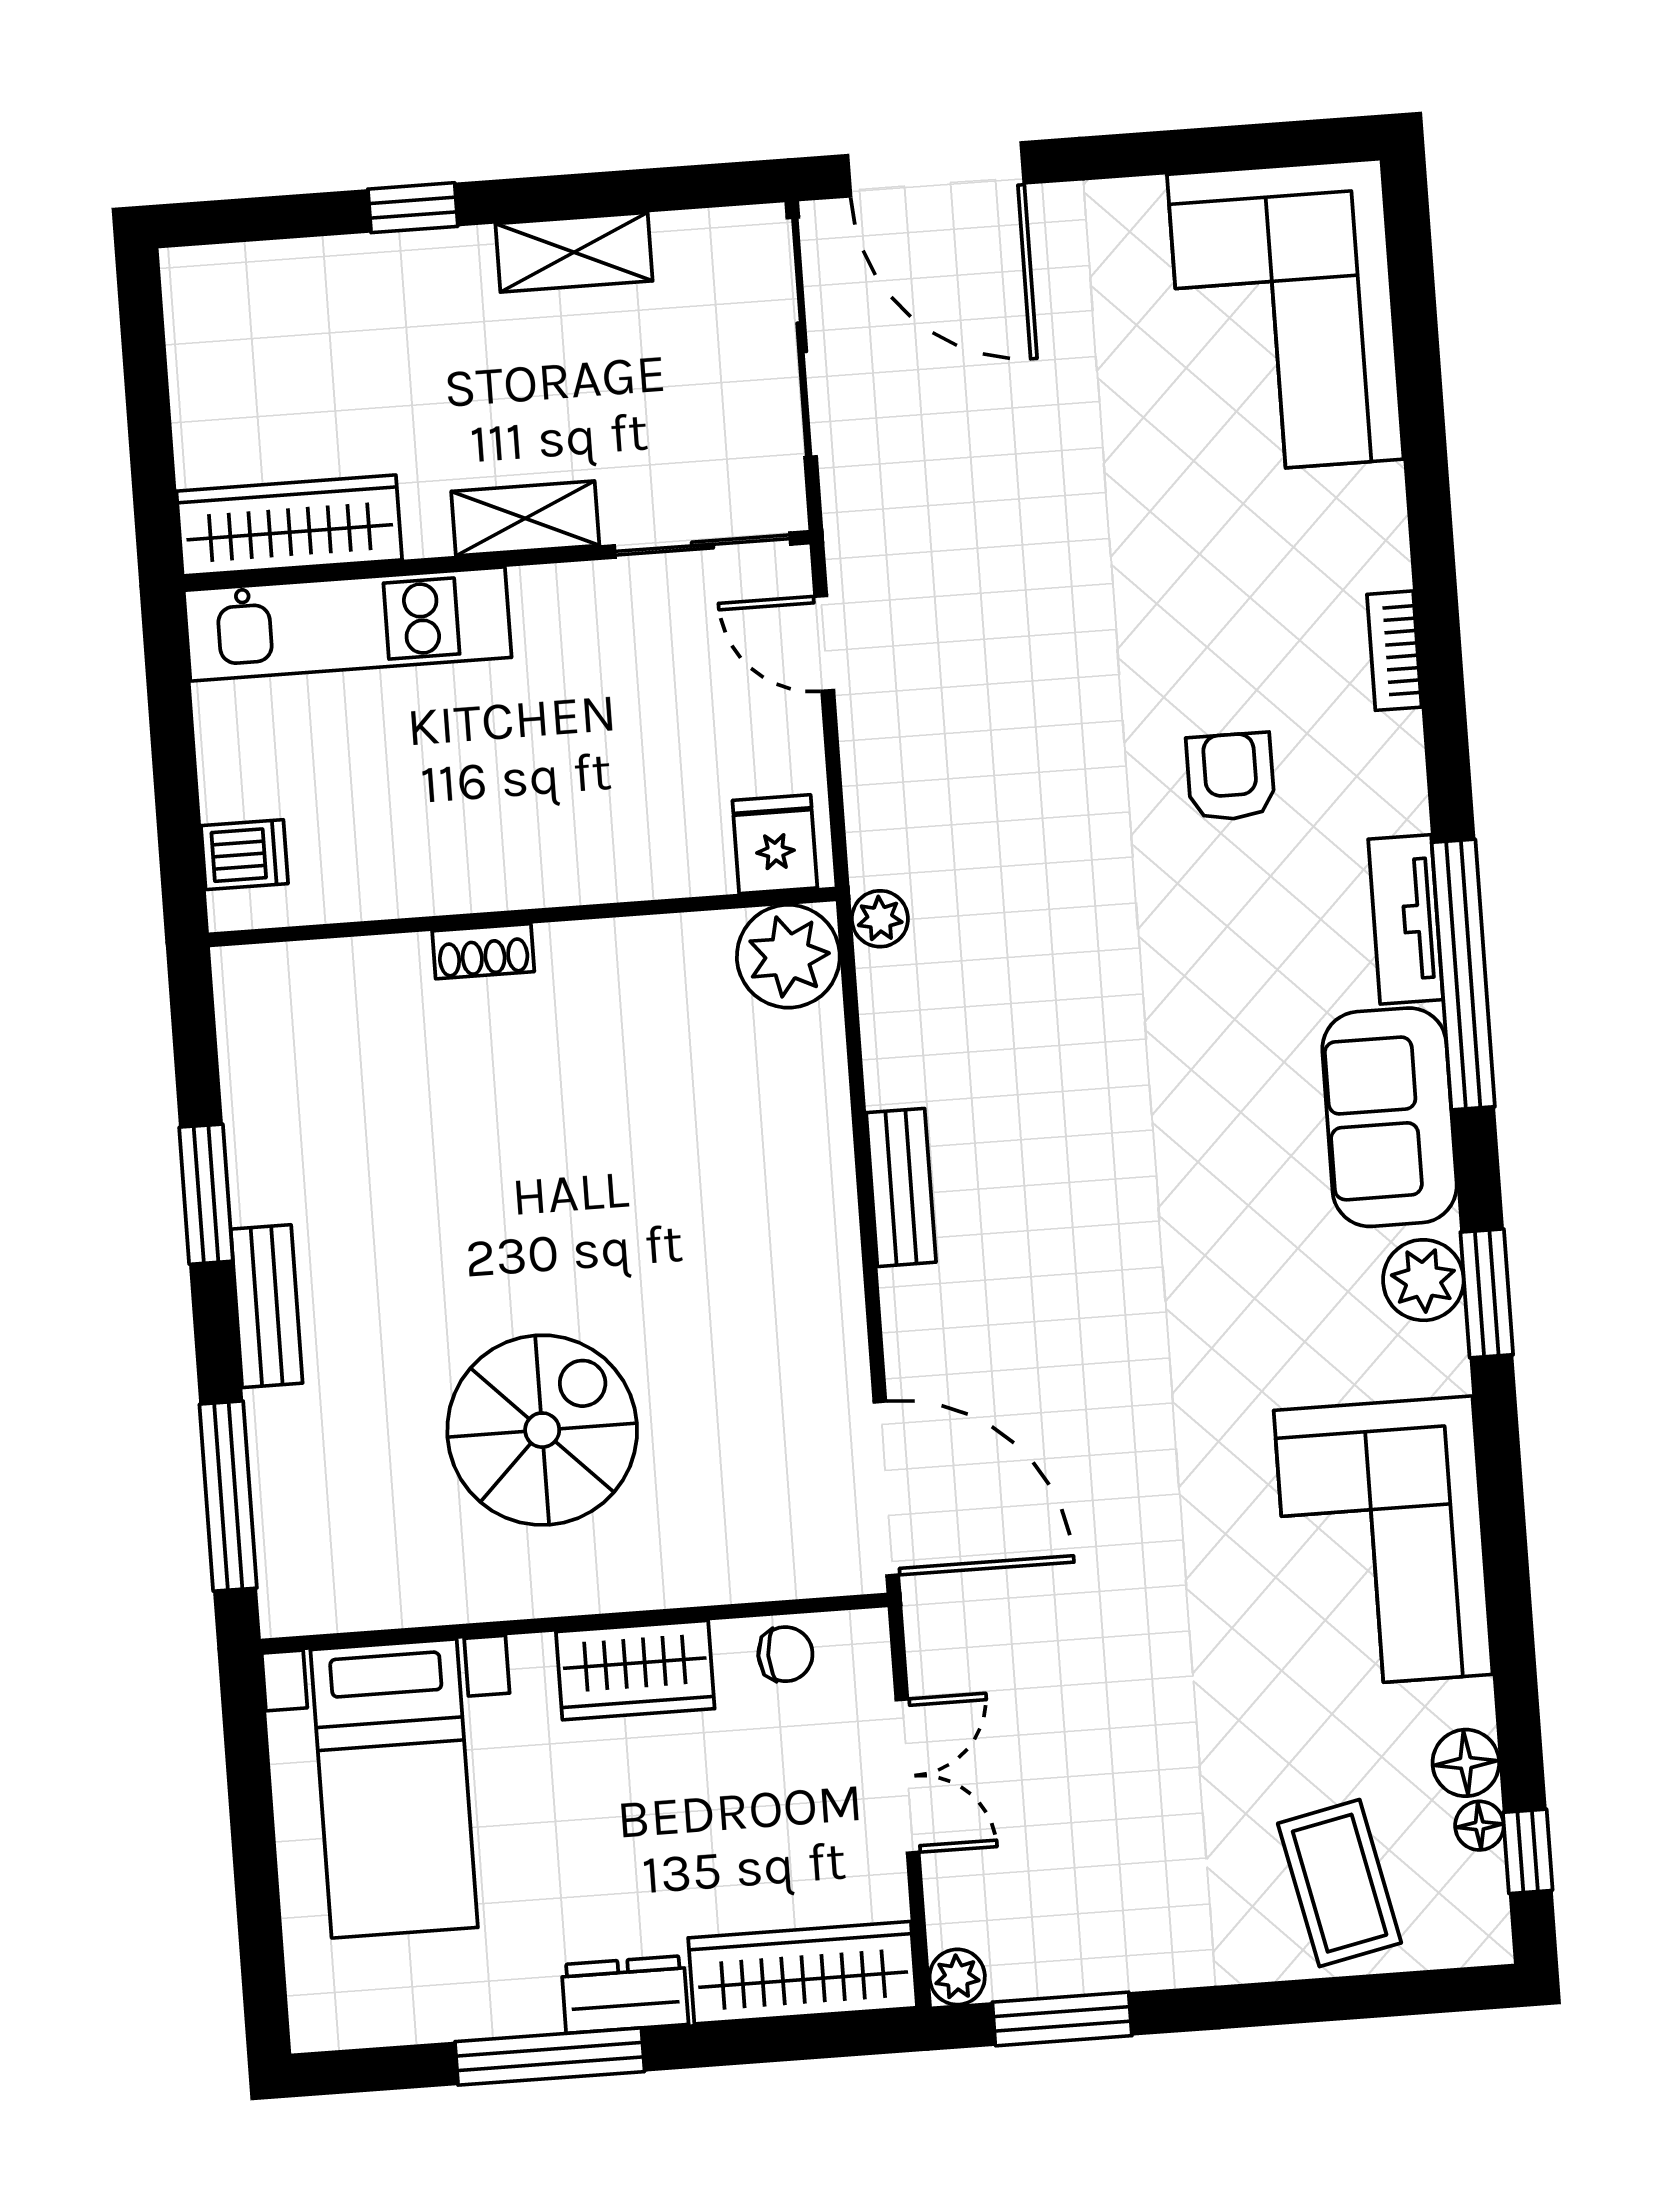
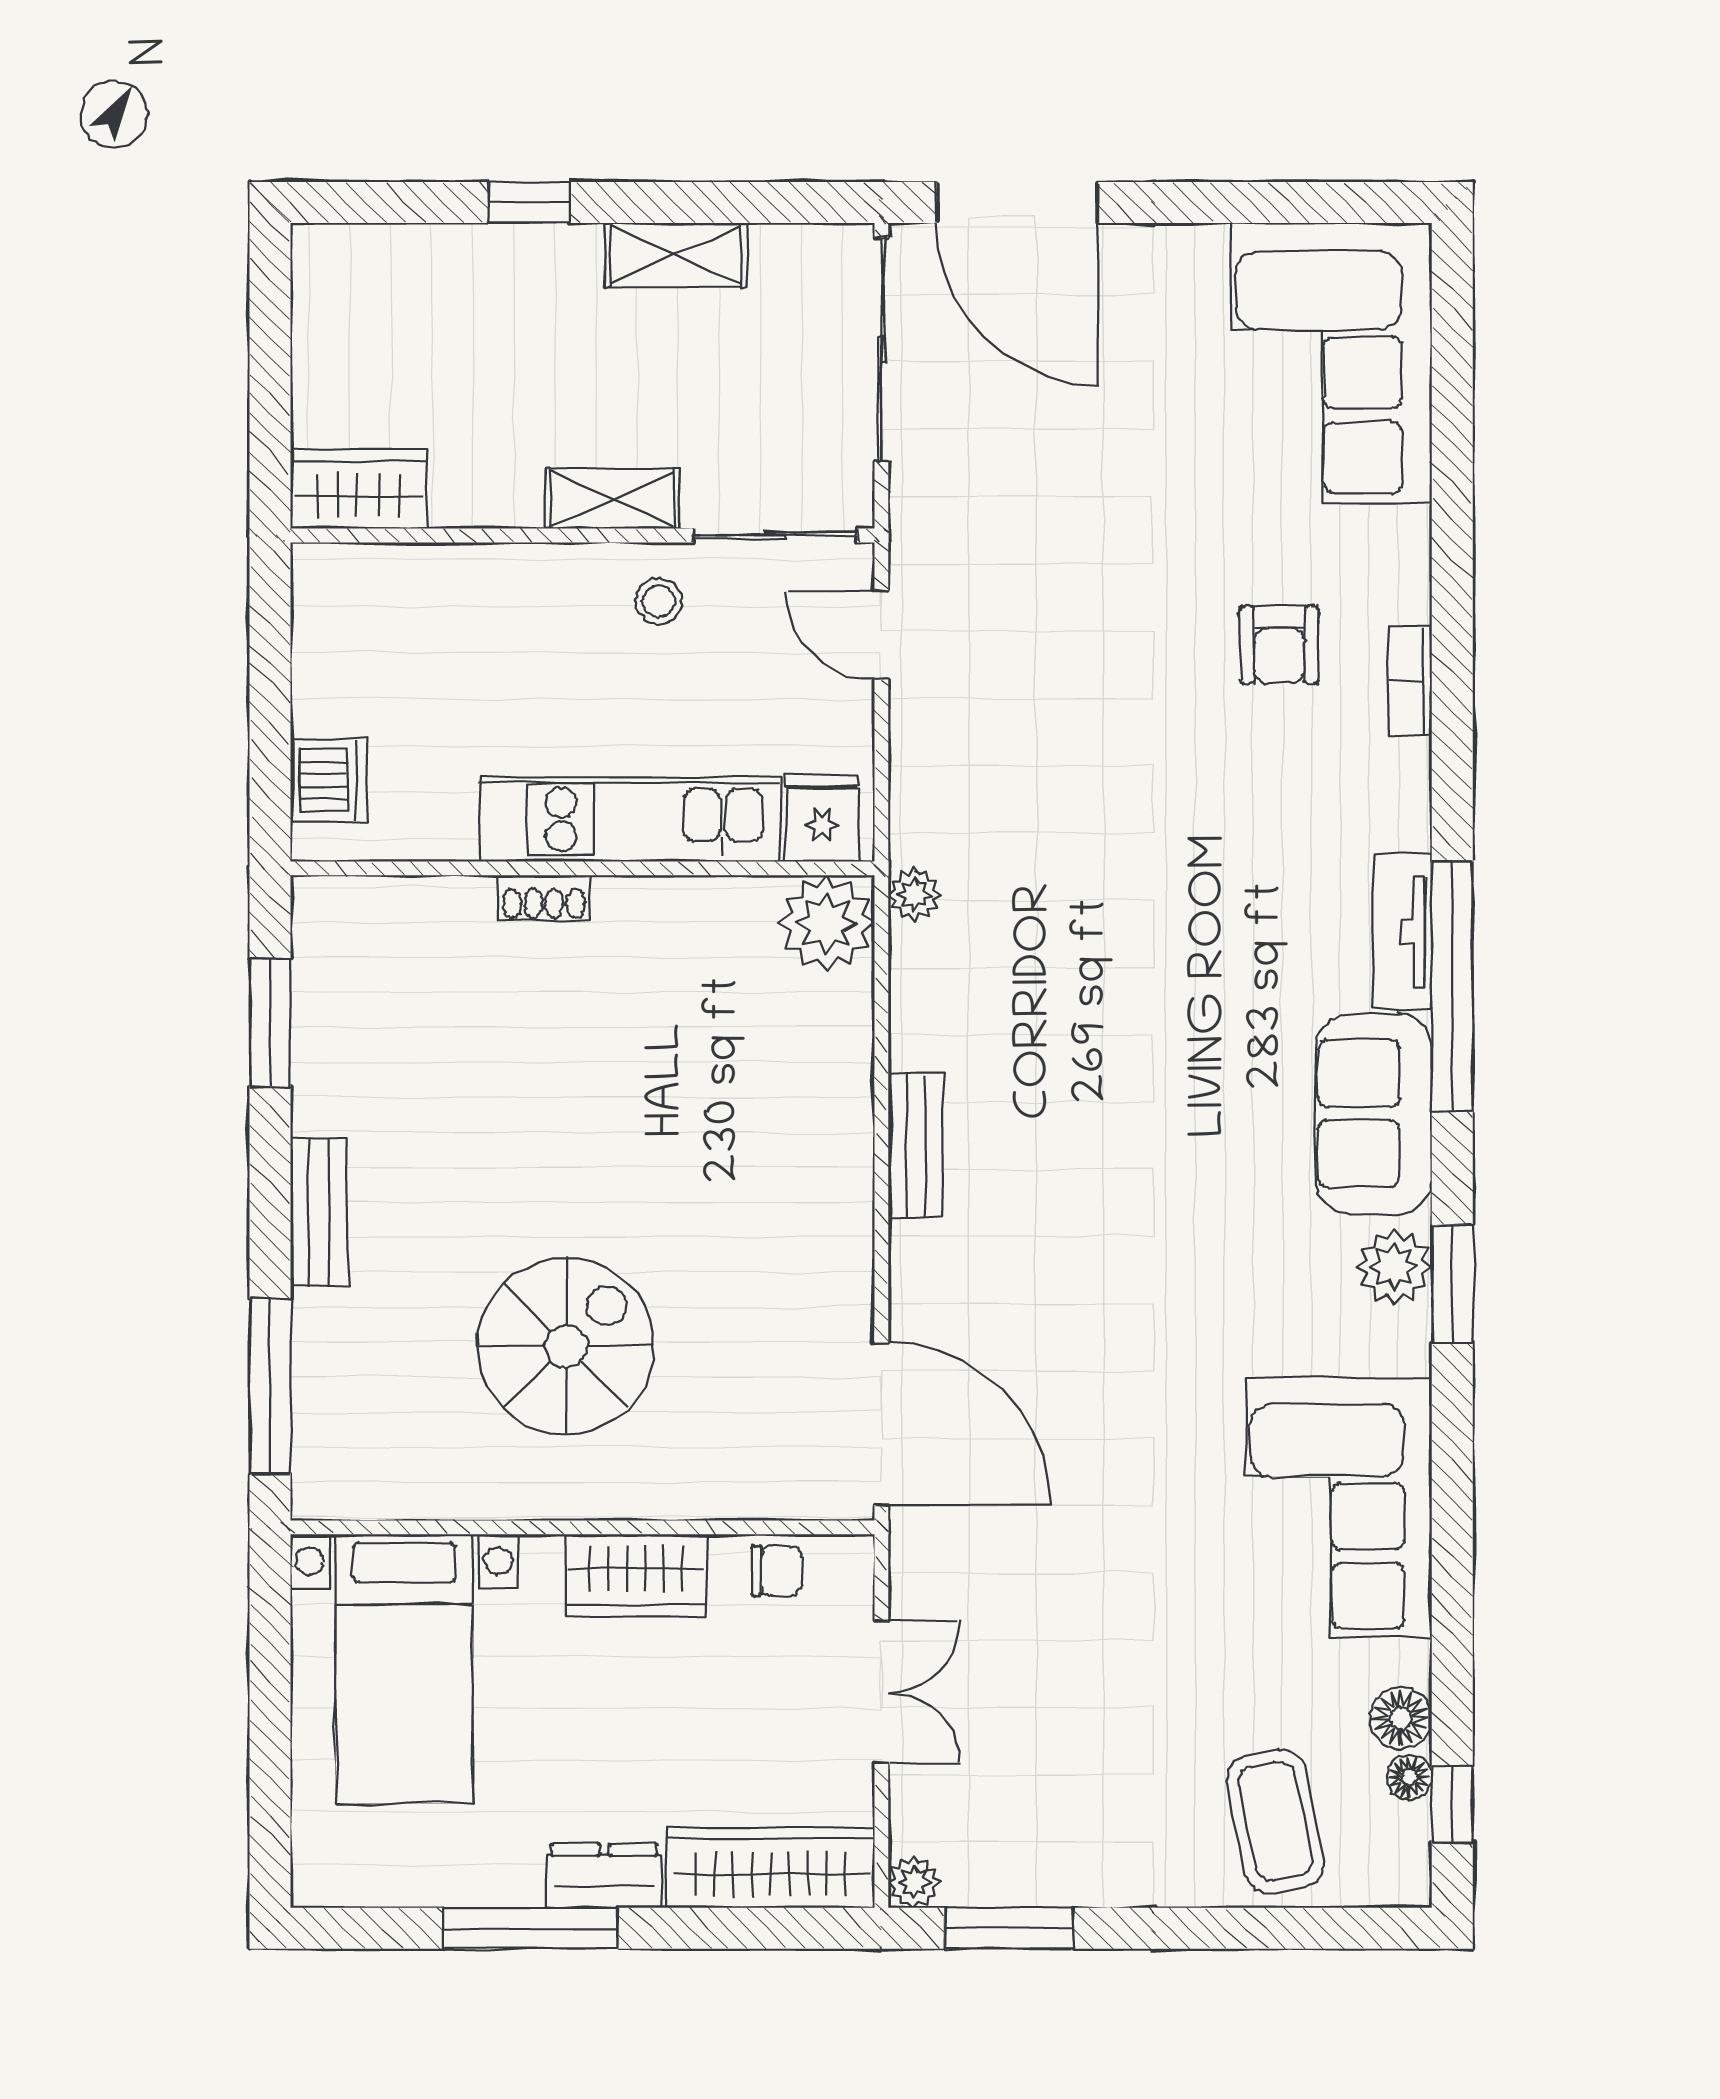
wardrobe: (289, 525) -> (359, 489), width x0.67
kitchen unit: (348, 624) -> (630, 819), moved, turned 180
stool: (583, 625) -> (659, 601), added
armchair: (1230, 777) -> (1279, 645), moved, turned 180
dishwasher: (245, 855) -> (329, 780), width x1.38
window: (206, 1194) -> (270, 1023), moved

